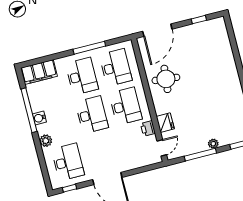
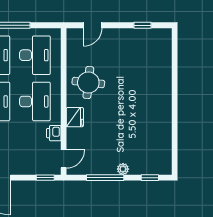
door: (157, 30) -> (93, 25), width x0.53
fridge: (165, 123) -> (75, 117), moved
window: (150, 167) -> (45, 178), added

